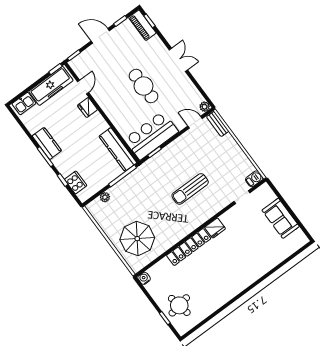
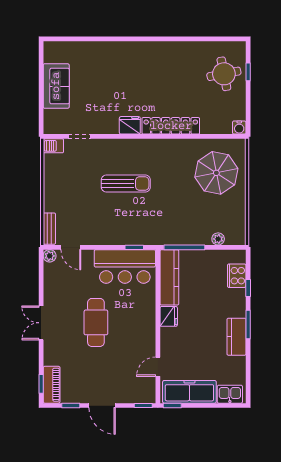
fridge: (87, 107) -> (169, 316), moved

